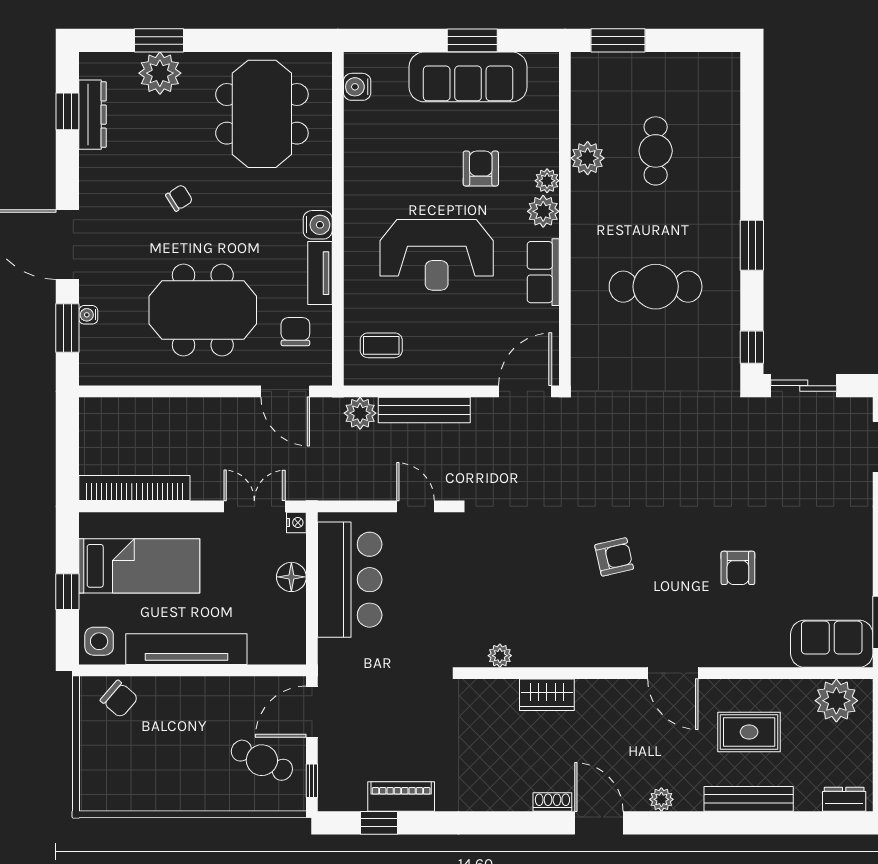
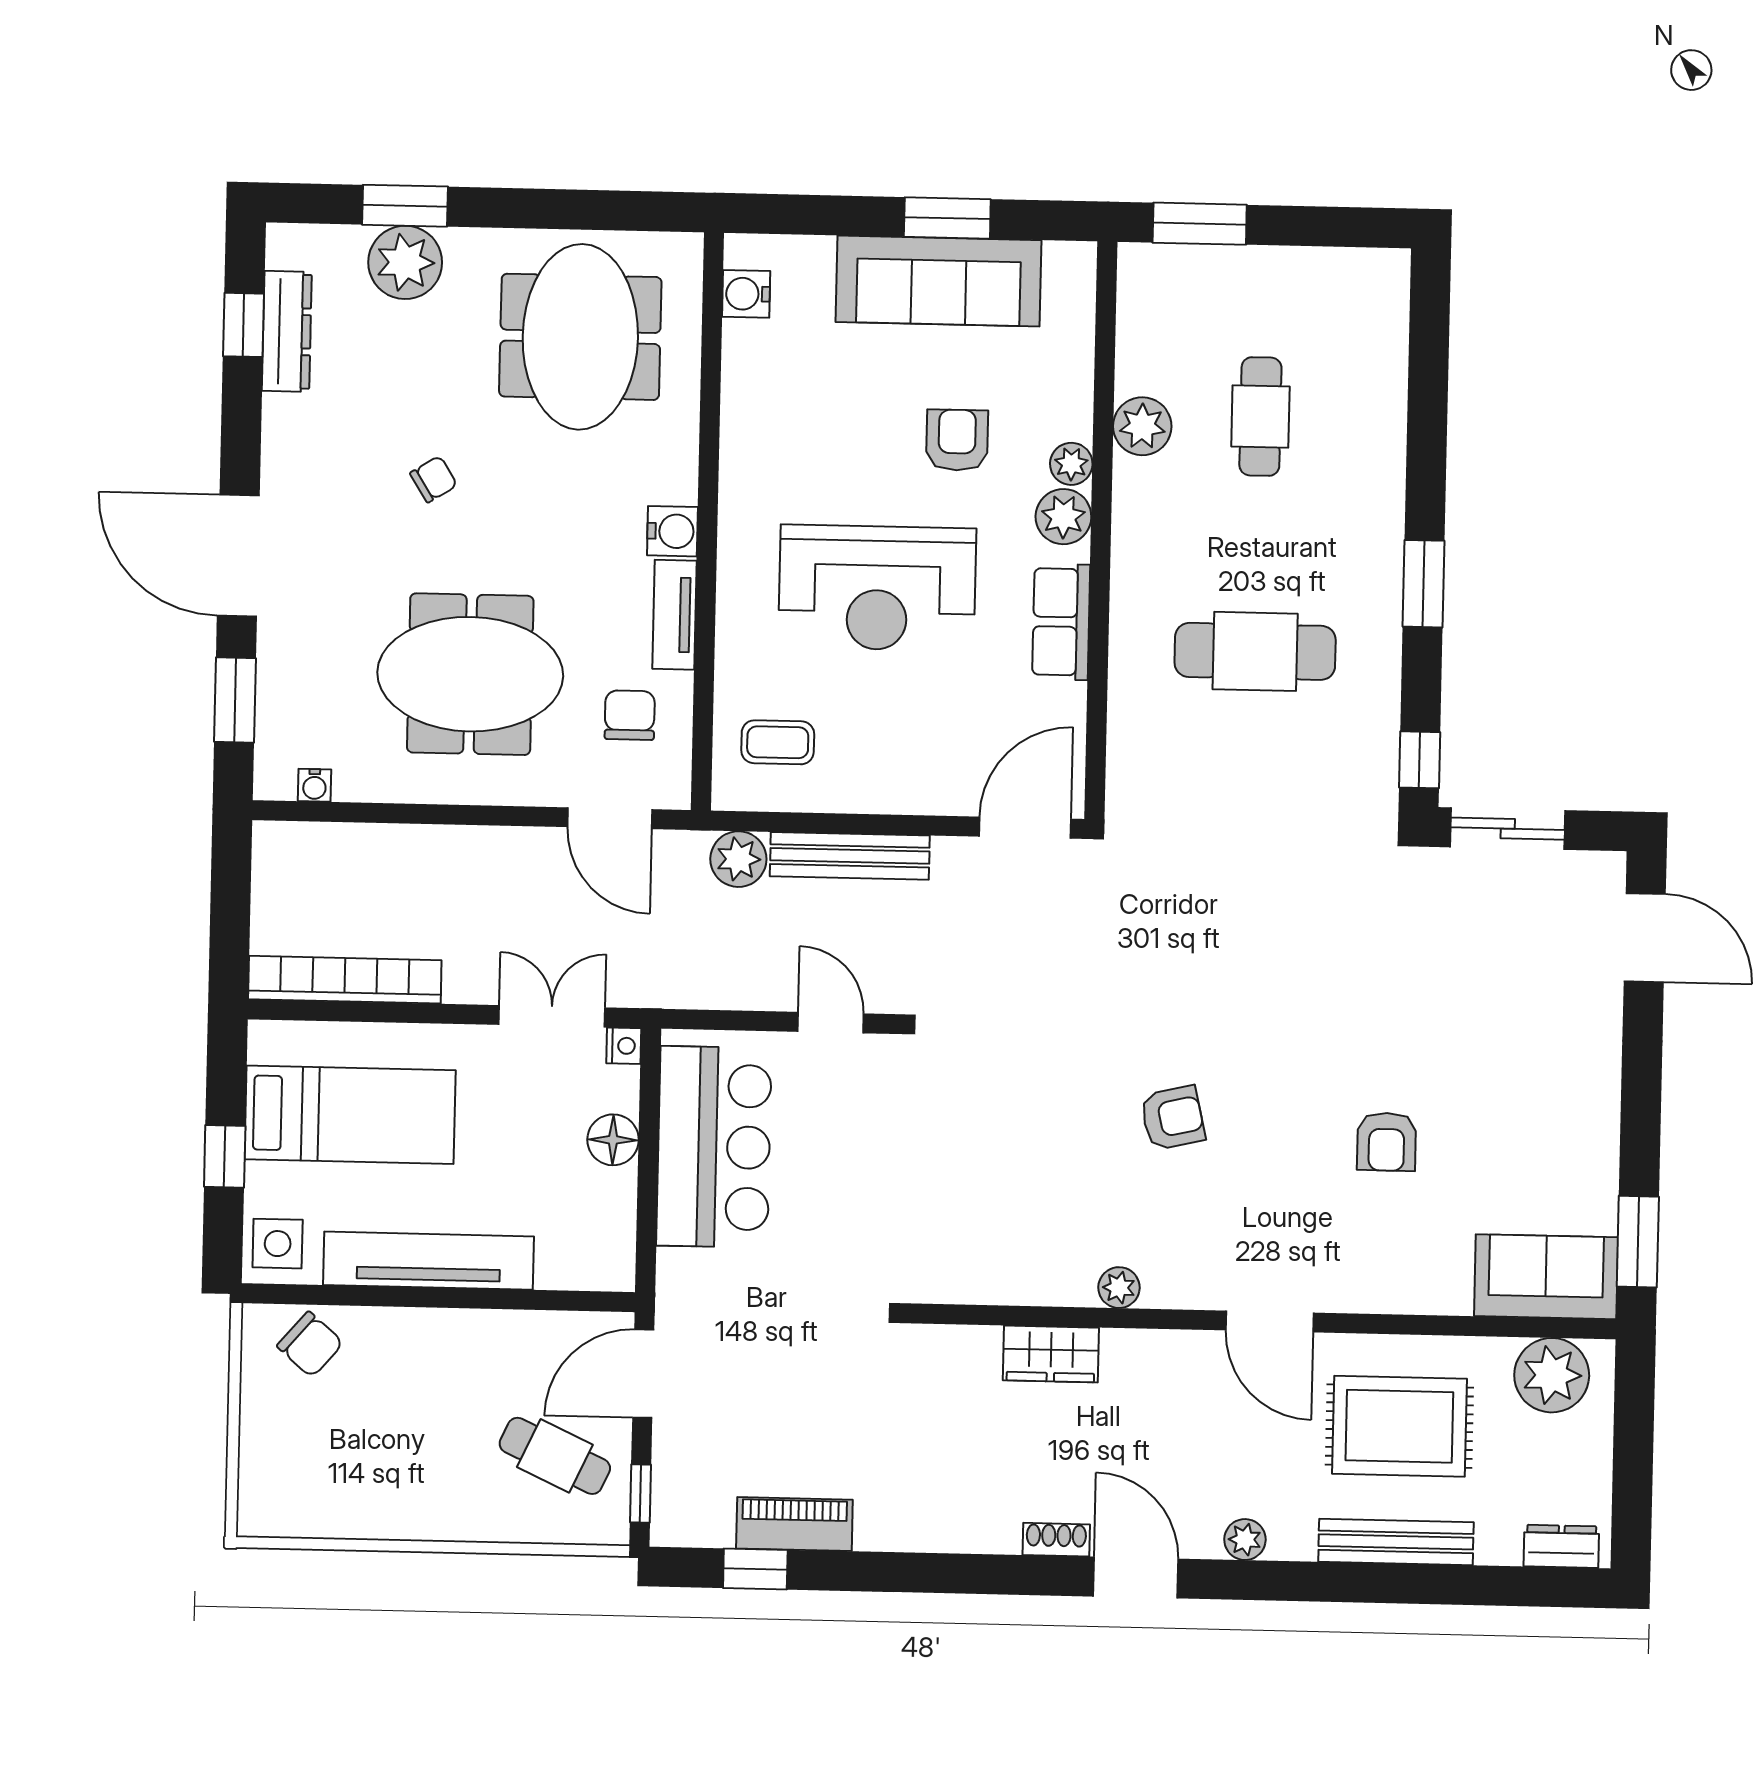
water cooler: (88, 315) -> (314, 785), moved, turned -90
plant: (500, 656) -> (1119, 1288), moved
rug: (749, 732) -> (1399, 1426), width x1.36, depth x1.43

